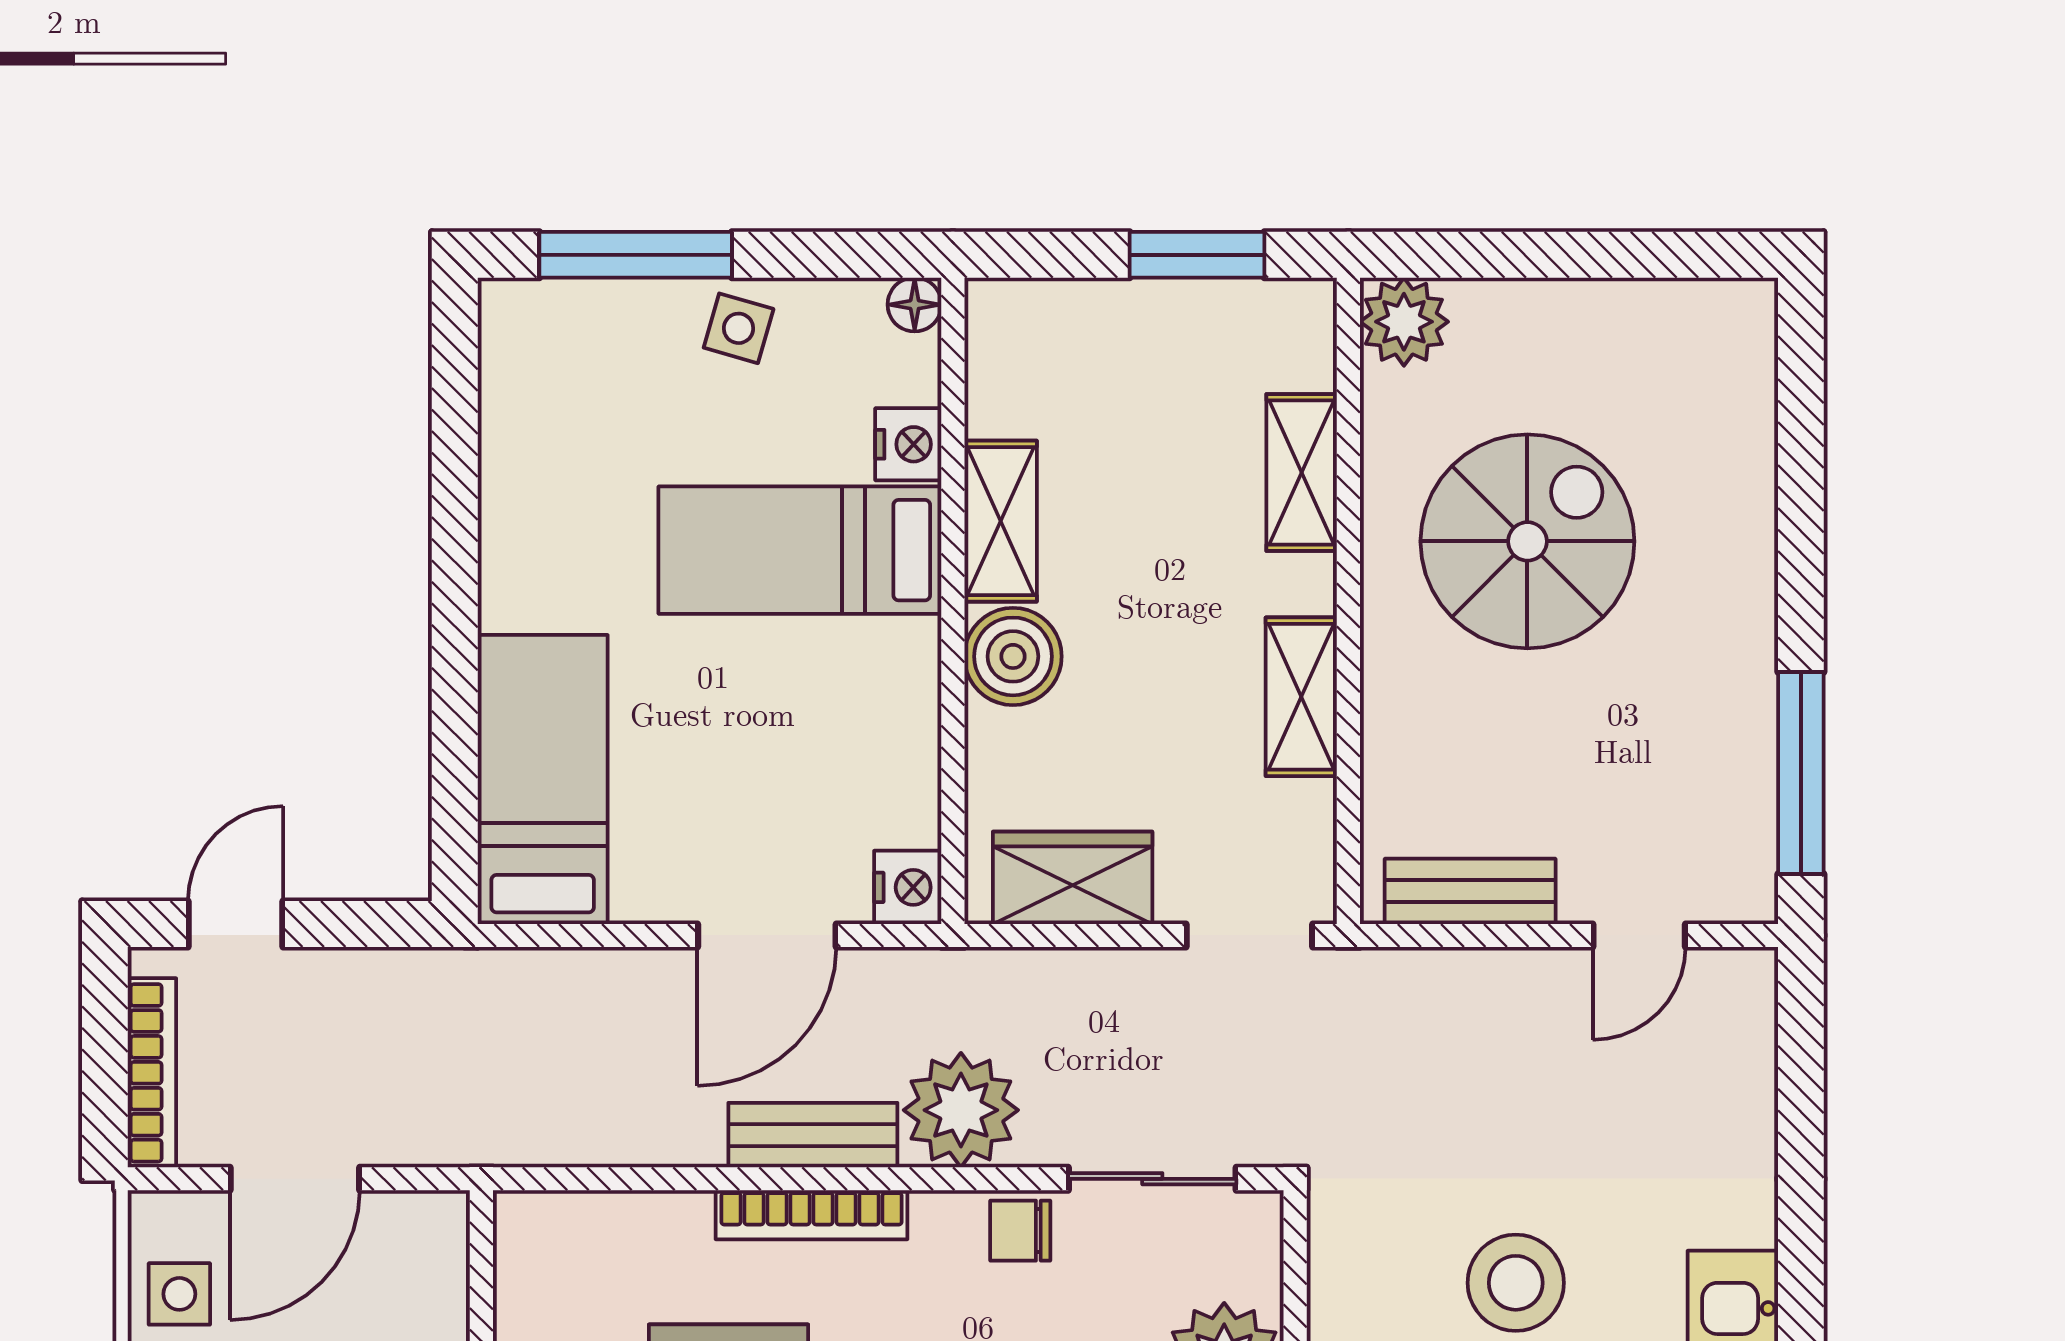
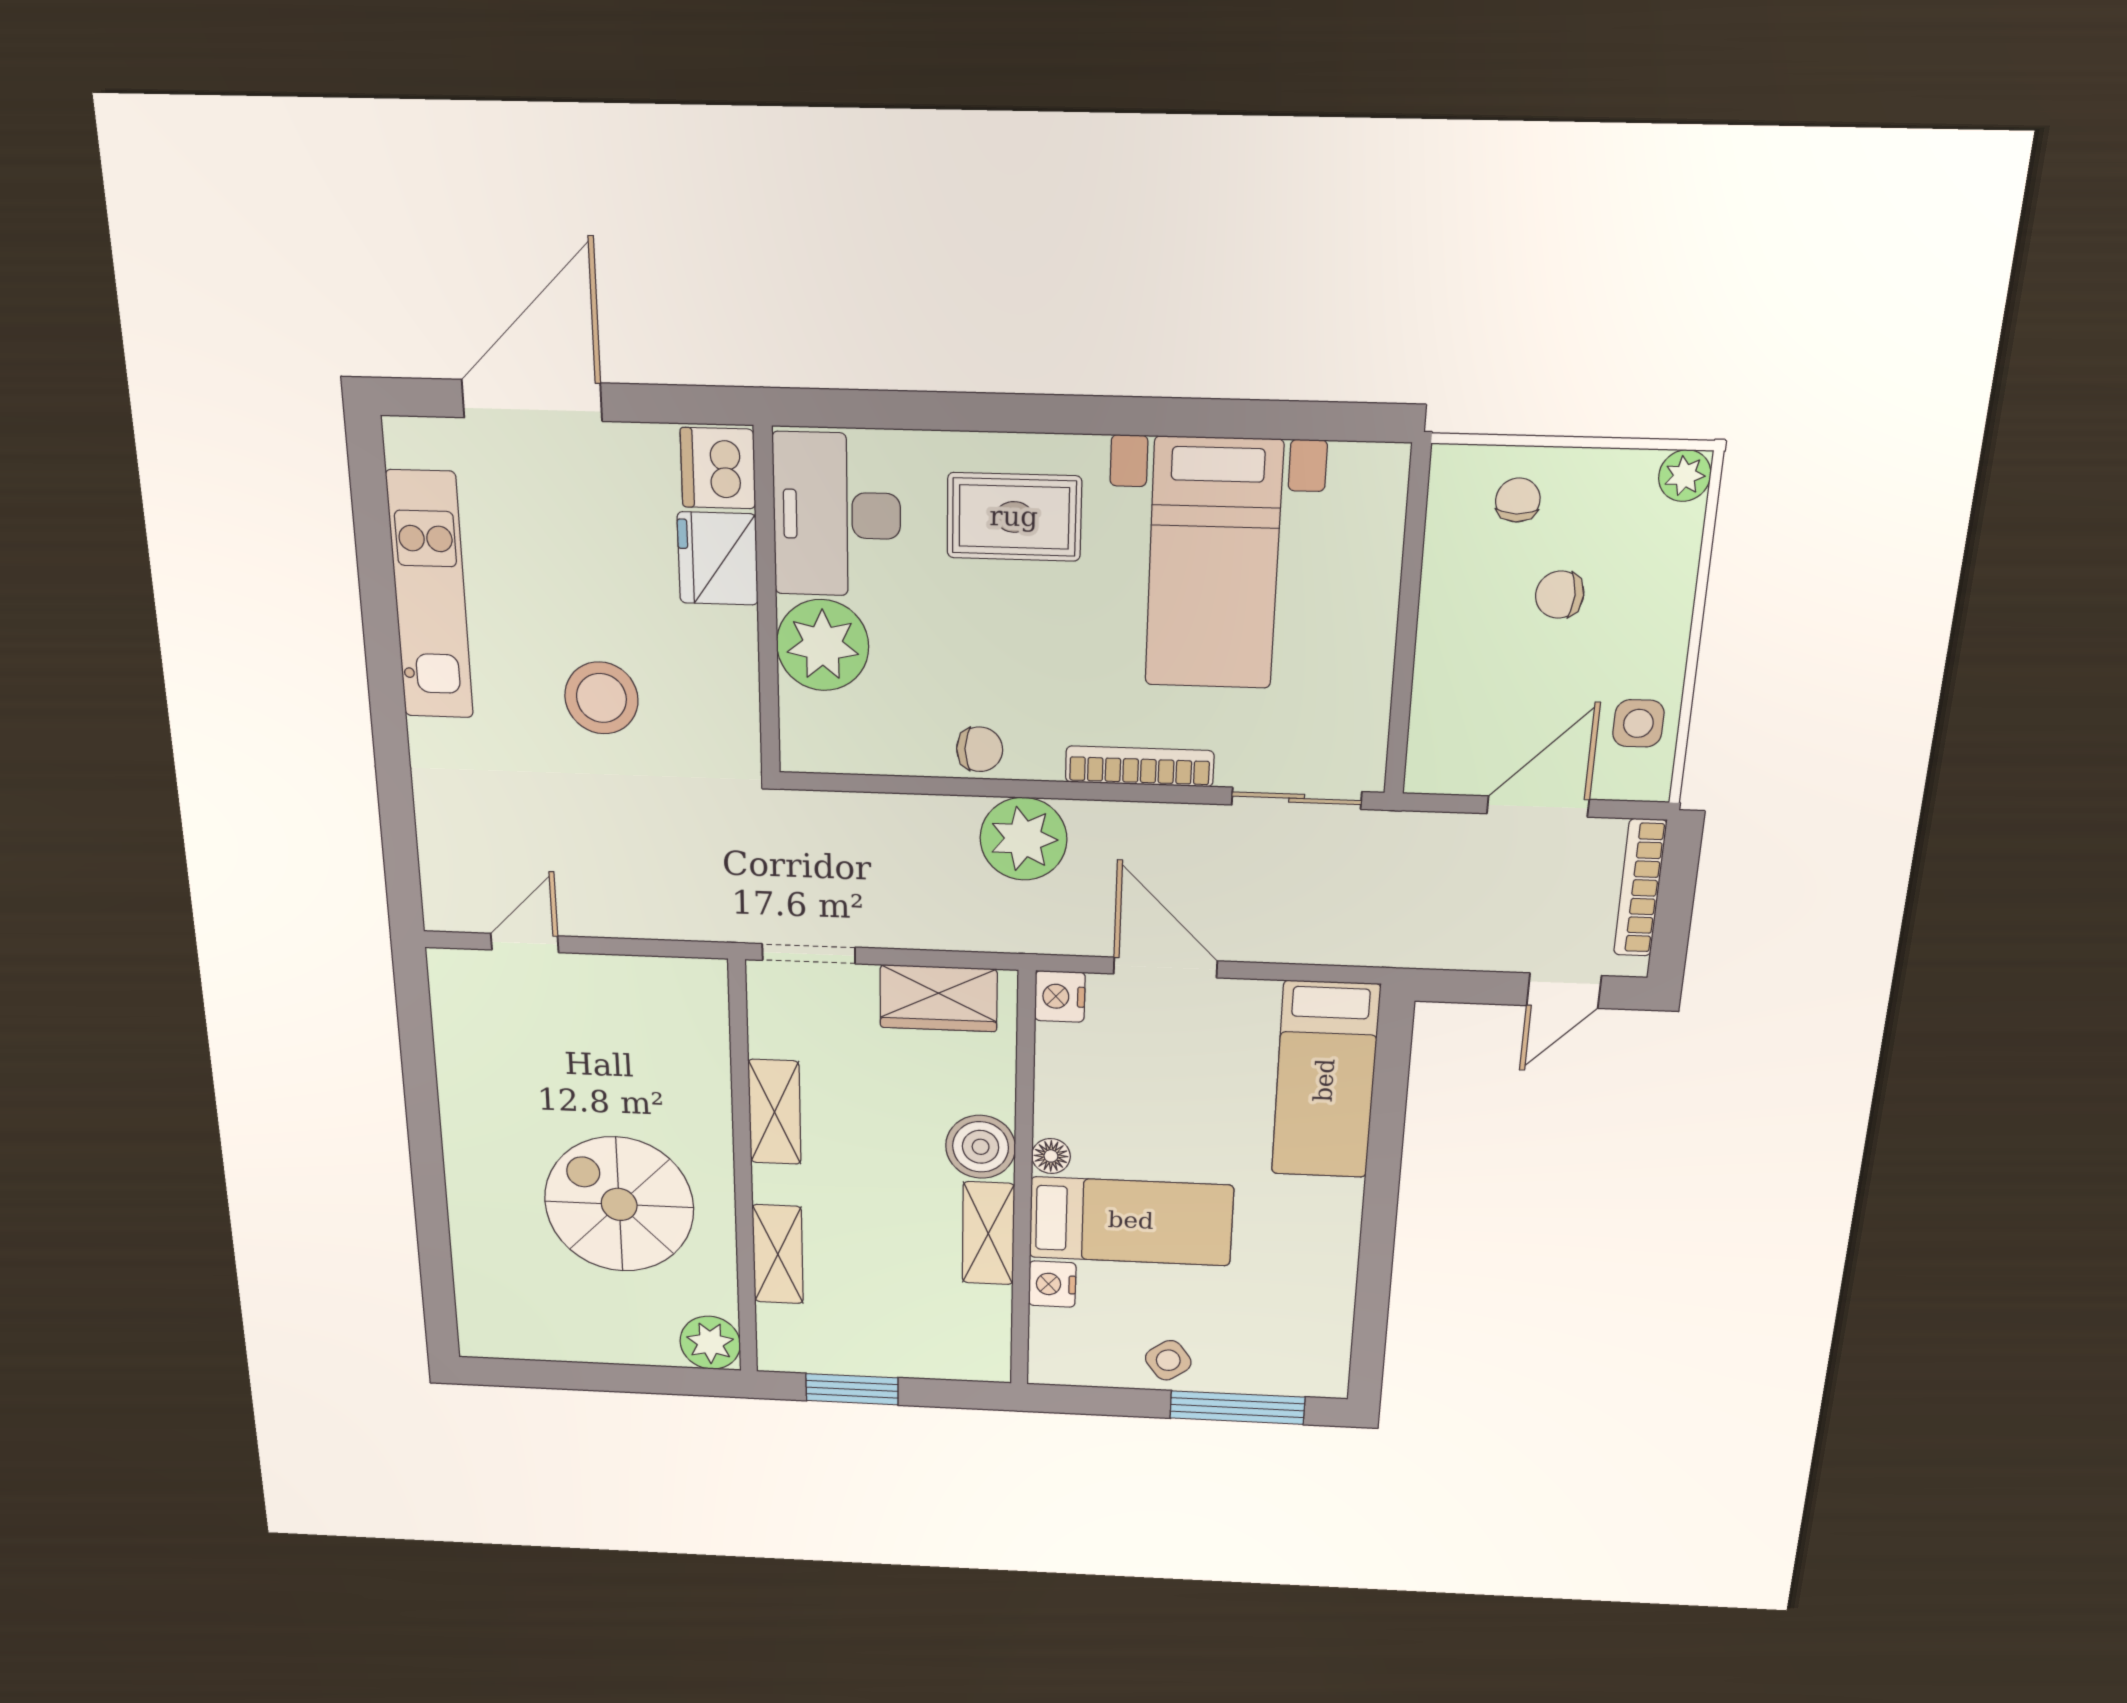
floor lamp: (915, 305) -> (1051, 1156), moved
side table: (739, 328) -> (1168, 1360), turned 38
spiral stairs: (1527, 541) -> (619, 1204), turned 90
window: (1801, 773) -> (417, 1048), removed
bench: (1470, 891) -> (649, 978), removed
door: (767, 935) -> (1165, 967), hinge flipped
bench: (813, 1135) -> (1136, 825), removed
sliding door: (1152, 1179) -> (1297, 798), moved

